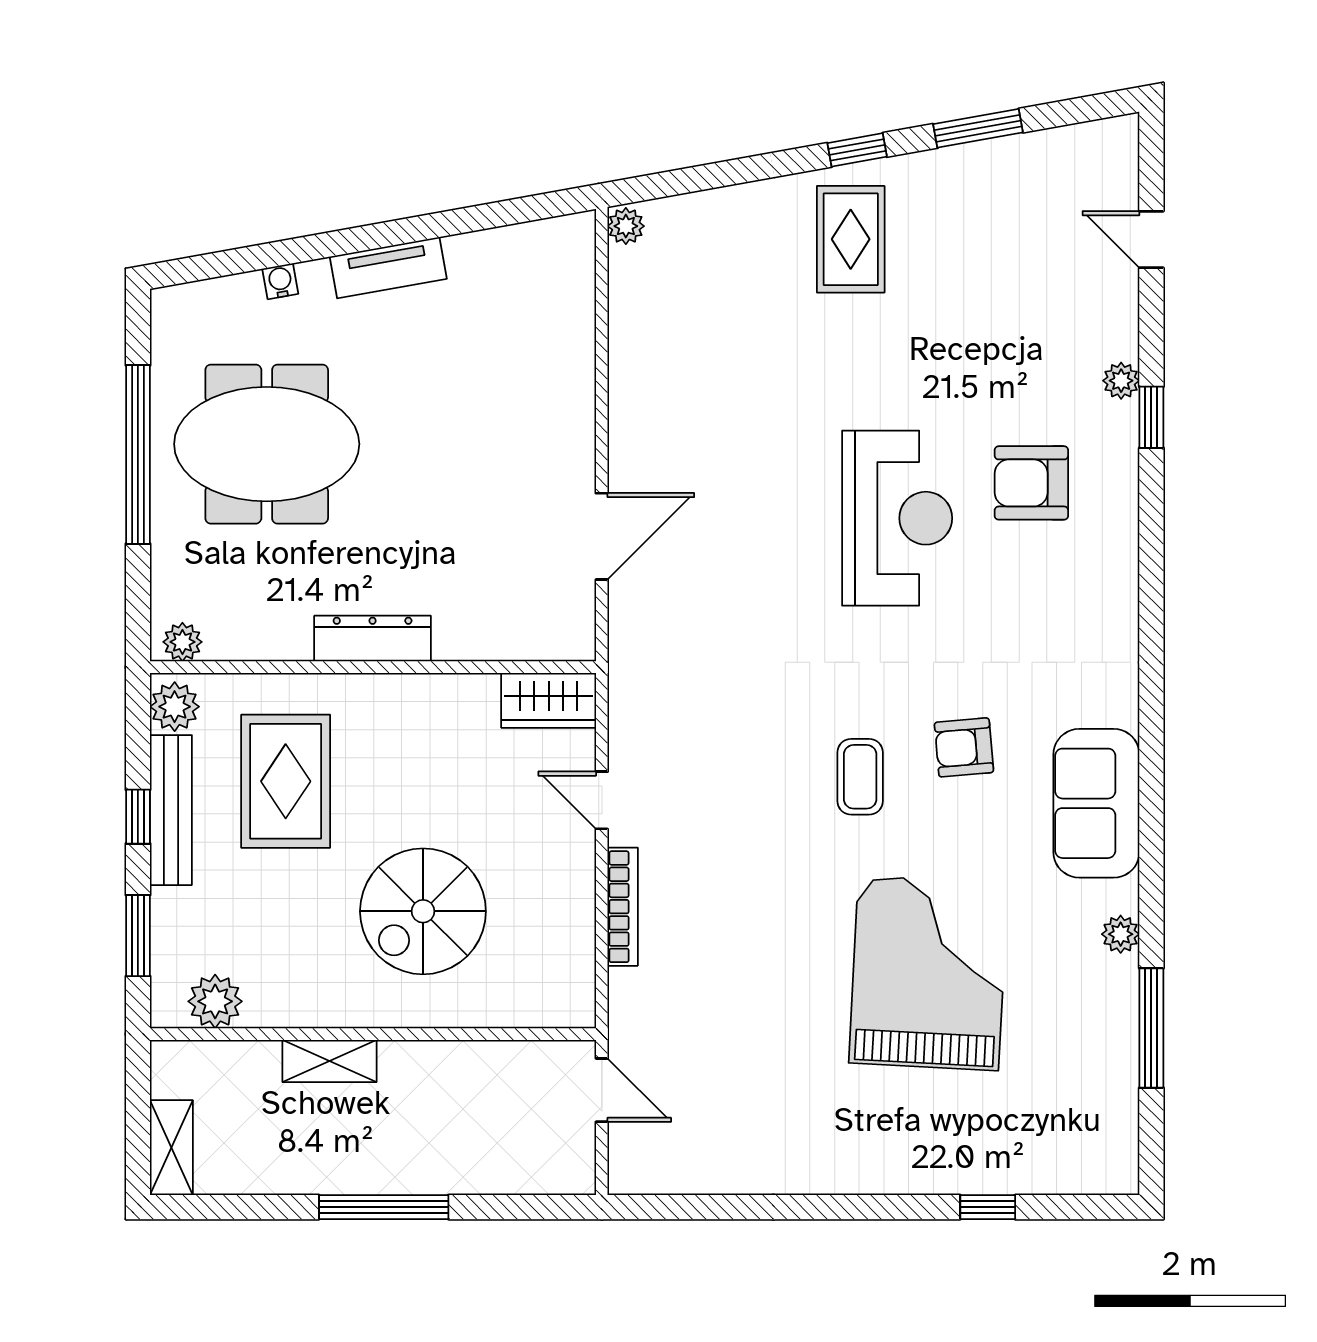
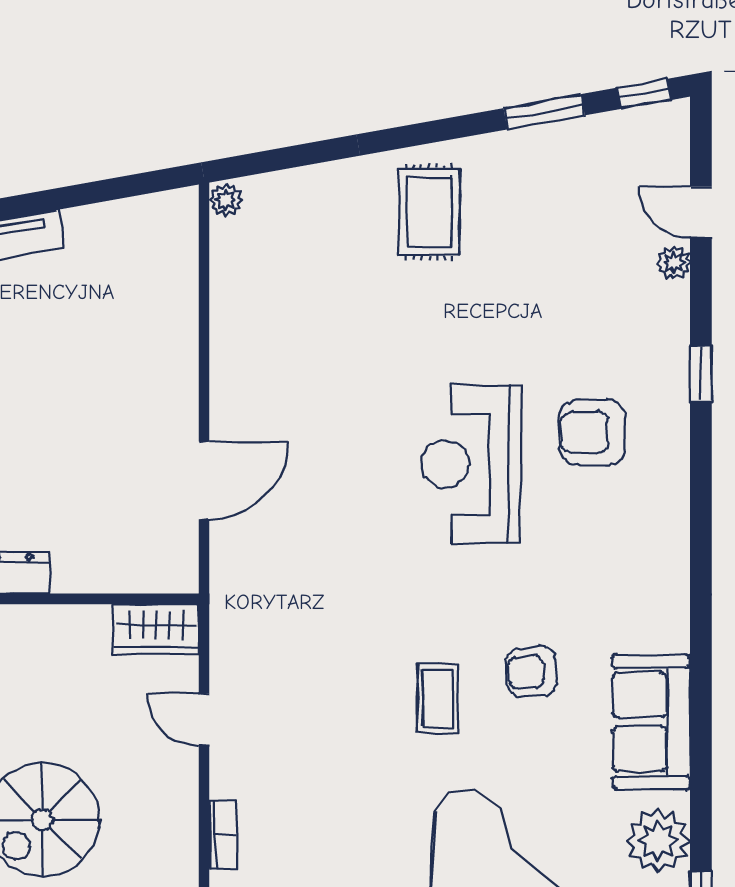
window: (857, 150) -> (644, 94), moved
plant: (1121, 381) -> (674, 263), moved
reception desk: (897, 518) -> (471, 464), turned 180
bookcase: (623, 907) -> (223, 835), width x0.64
plant: (1121, 934) -> (658, 840), width x1.88, depth x1.88

